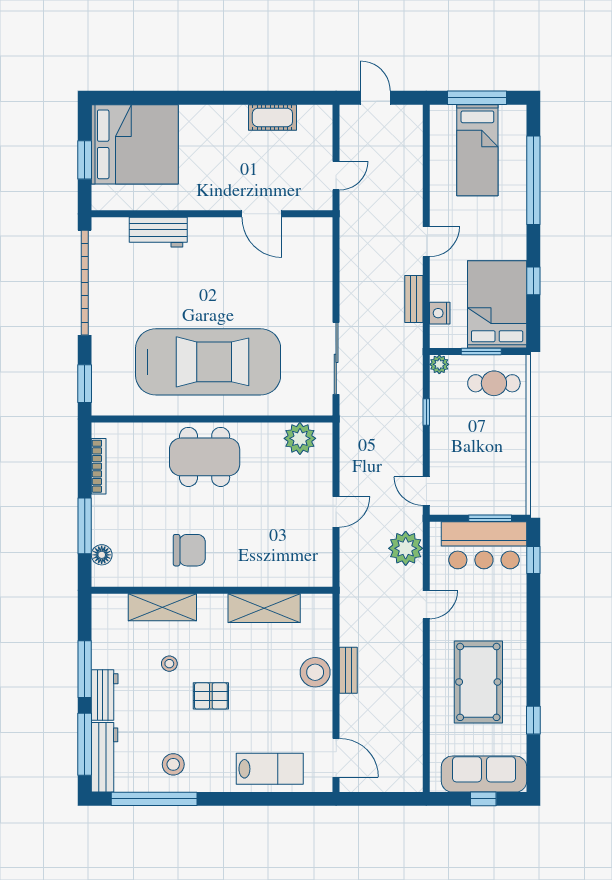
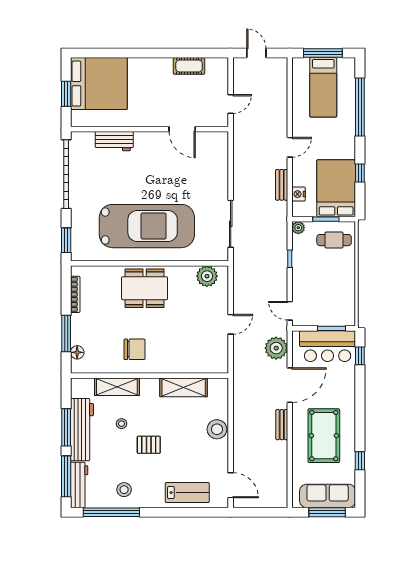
door: (426, 605) -> (290, 385), width x1.88
bench: (348, 670) -> (282, 425), moved
workbench: (105, 695) -> (82, 430), width x1.88, depth x1.32
window: (483, 799) -> (327, 512), width x2.17

